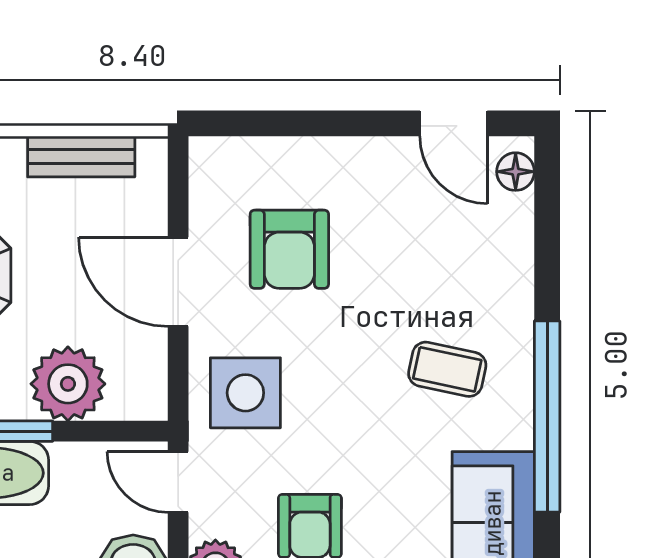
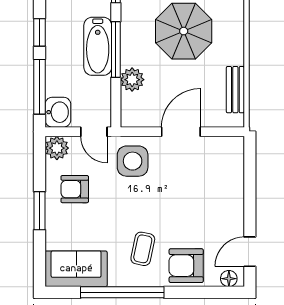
armchair: (289, 249) -> (186, 266), moved
plant: (68, 384) -> (132, 80), width x0.73, depth x0.73
door: (178, 482) -> (94, 132), swing flipped

